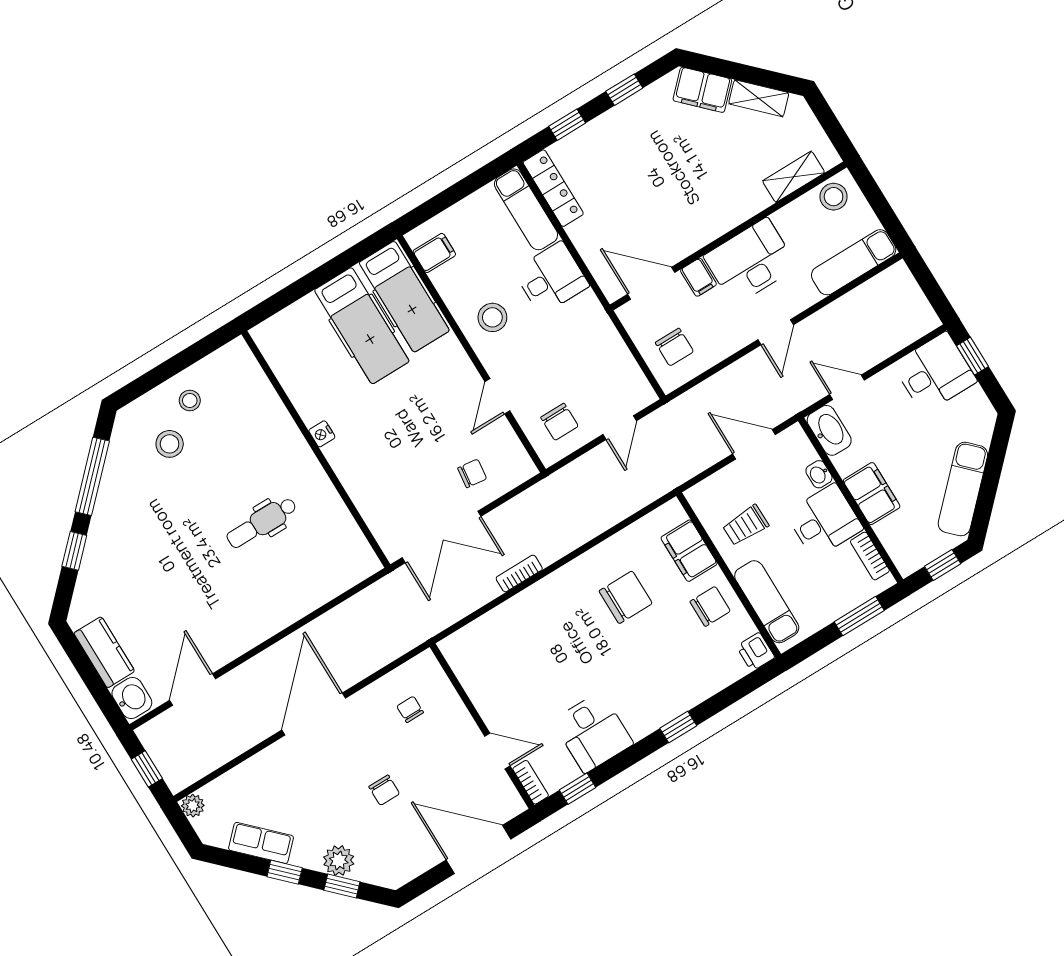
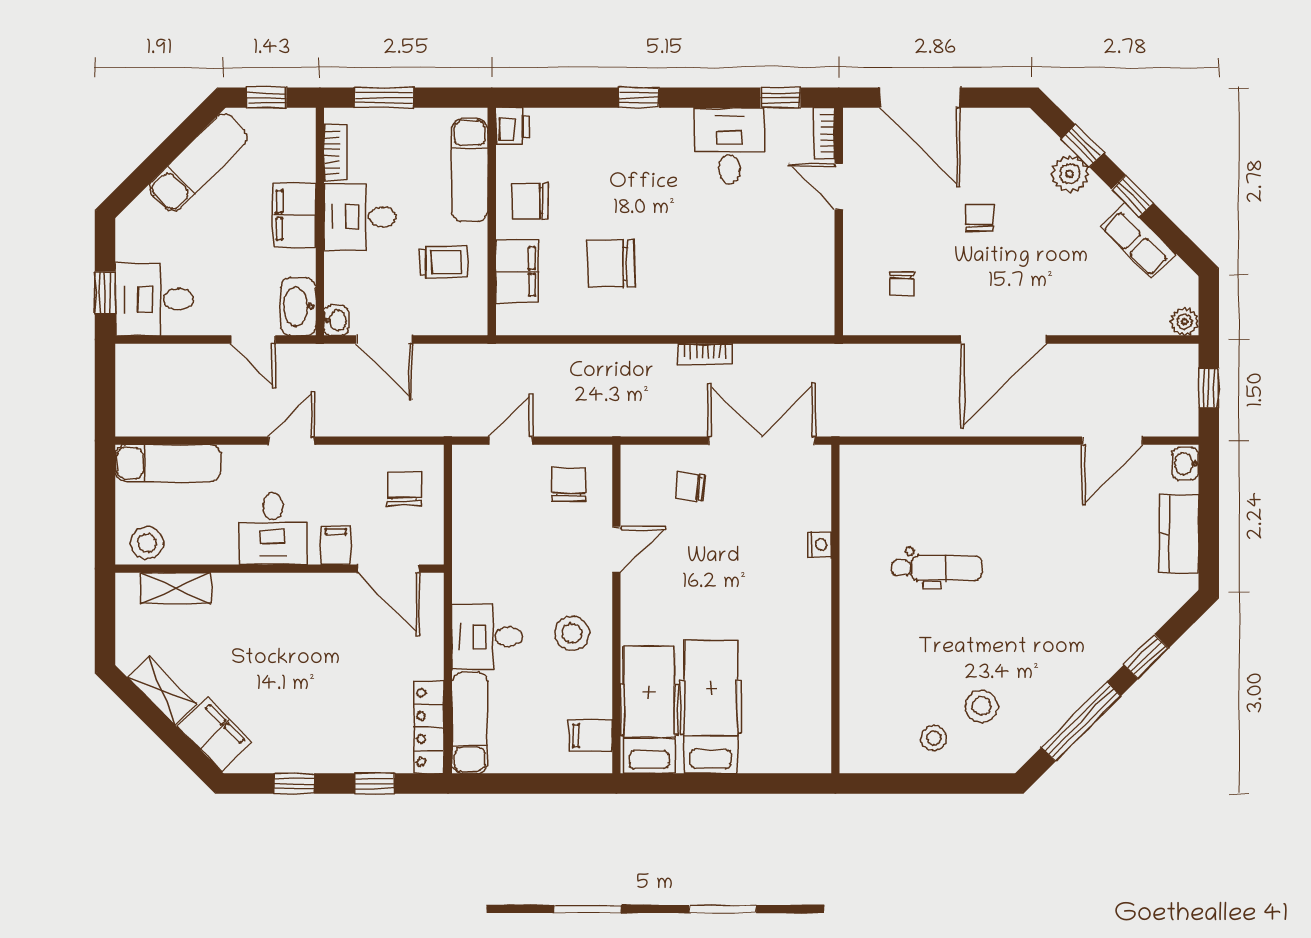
desk: (750, 262) -> (273, 529), width x0.73
nightstand: (322, 434) -> (819, 545), moved
washbasin: (819, 474) -> (336, 320), moved
washbasin: (132, 698) -> (1185, 464), width x0.72, depth x0.69

